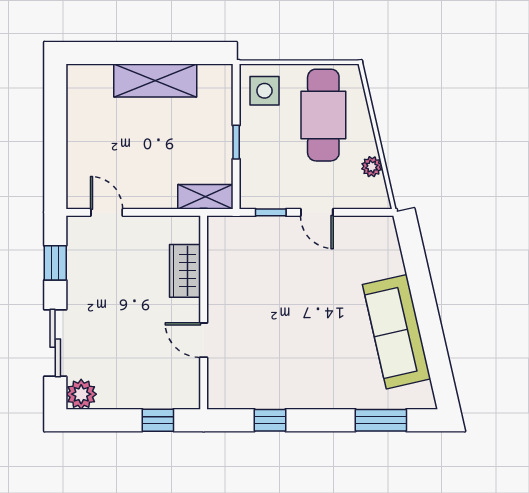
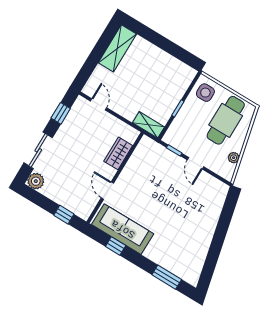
shelving: (155, 80) -> (117, 48), moved, turned 90
sofa: (397, 332) -> (123, 229), moved, turned 103

